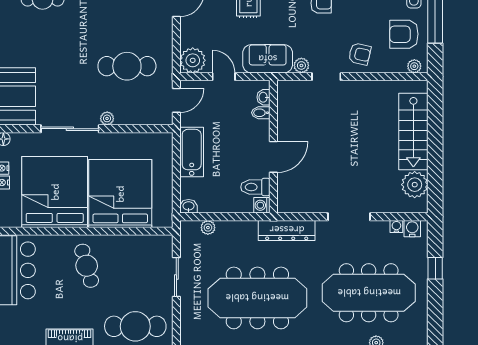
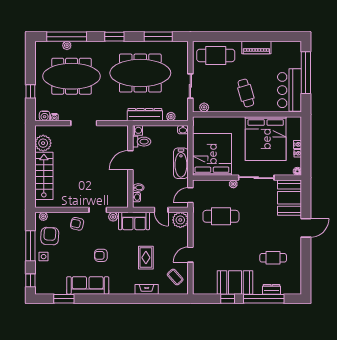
armchair: (404, 34) -> (50, 236), turned -87
bed: (120, 194) -> (212, 154), moved, turned 180
dresser: (287, 230) -> (145, 115), moved
plant: (154, 242) -> (204, 107), added

